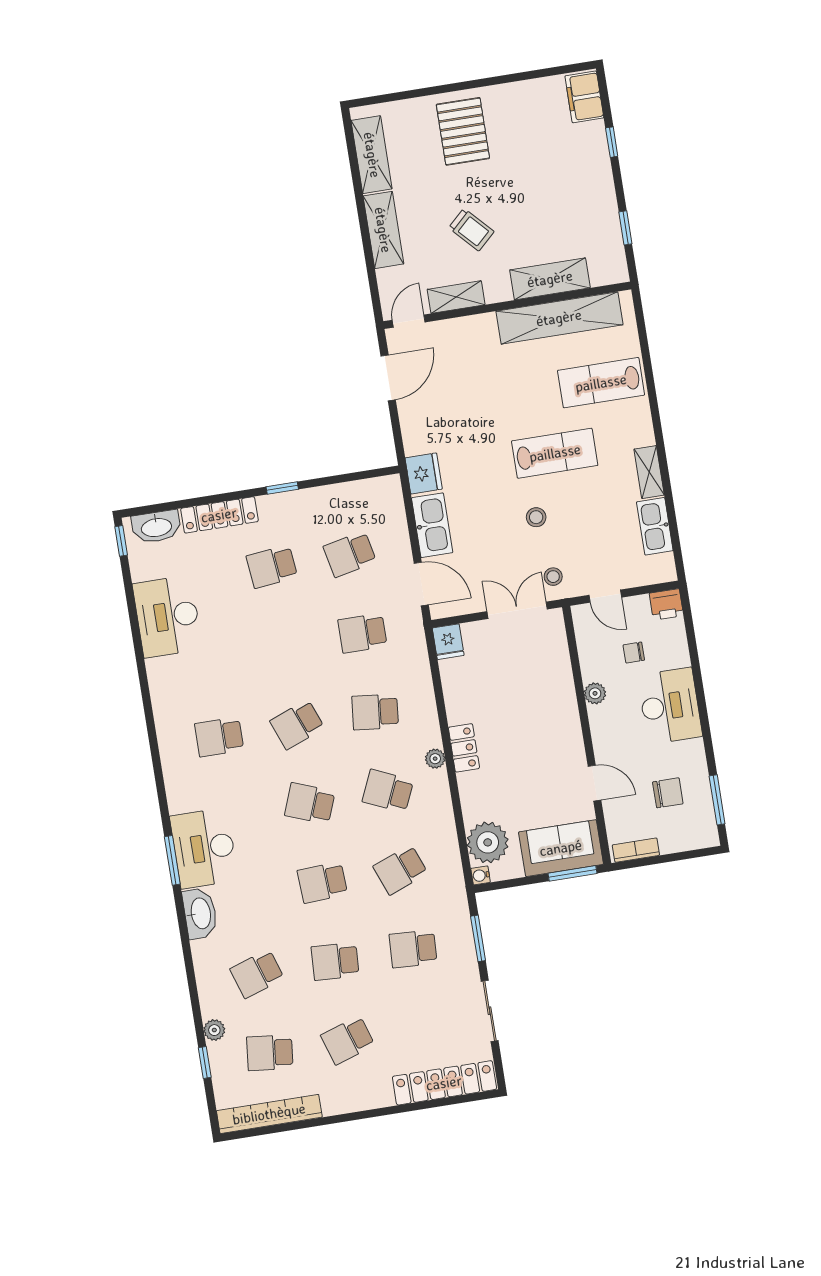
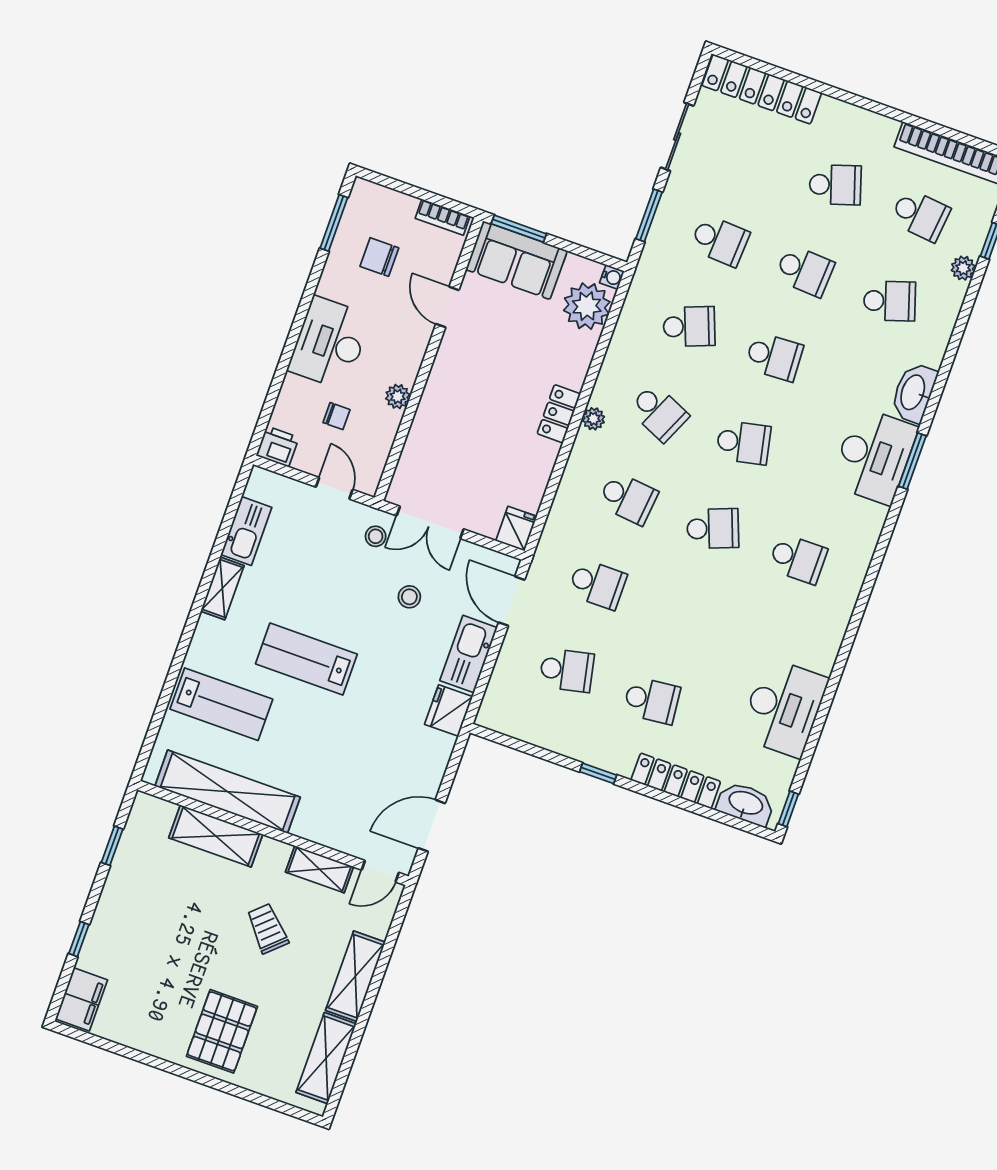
stool: (536, 517) -> (409, 597), moved
school desk: (310, 803) -> (743, 443), turned -33

